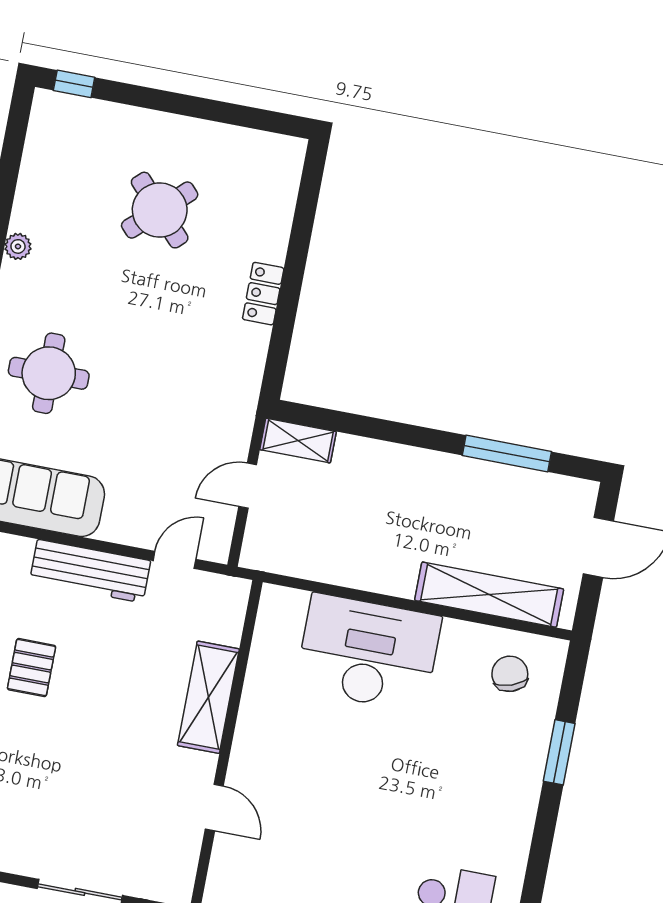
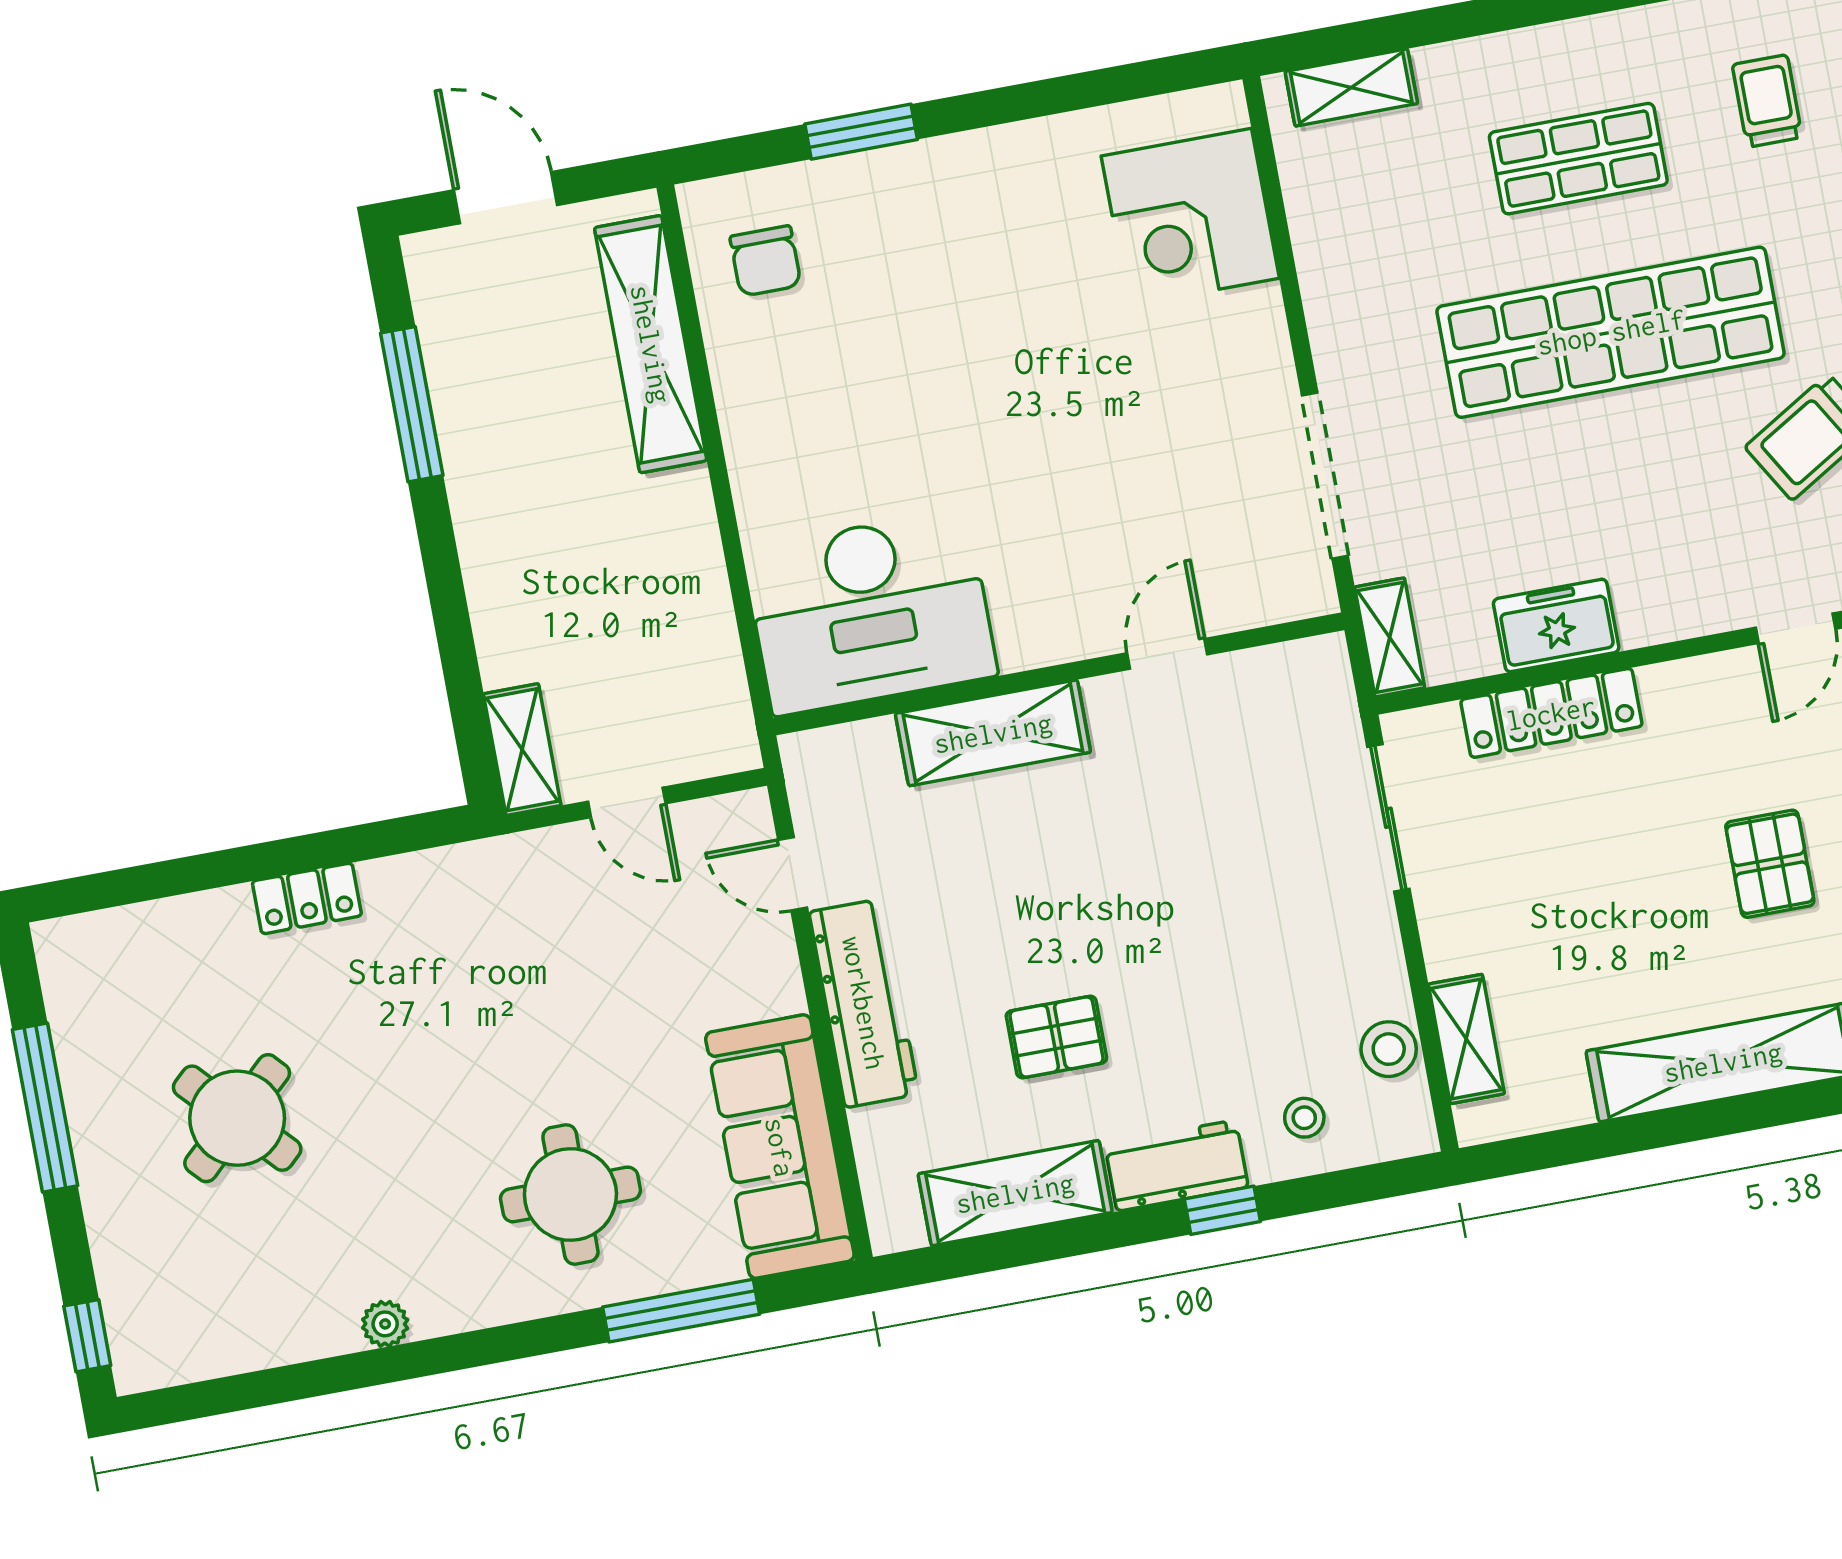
window: (206, 109) -> (45, 1108), added
desk: (368, 653) -> (870, 612), moved, turned -90
chair: (510, 674) -> (765, 261), turned -71

